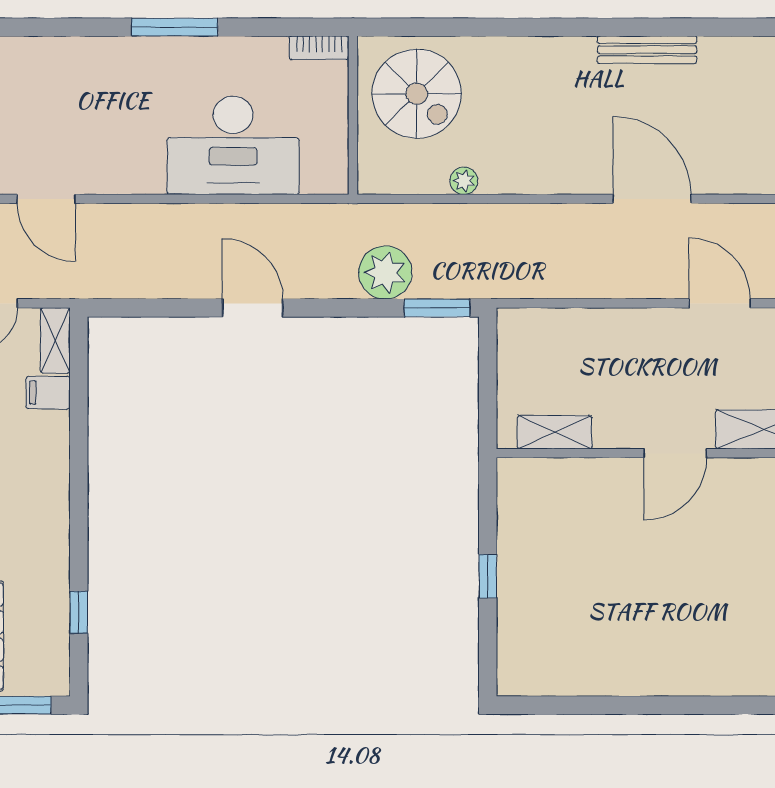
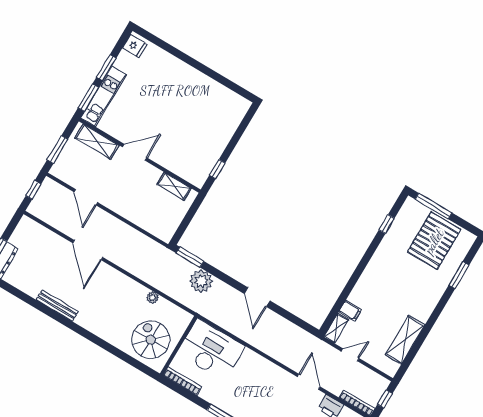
bookcase: (319, 48) -> (183, 381), width x1.56
desk: (233, 145) -> (211, 350), moved
window: (488, 576) -> (217, 169), moved

